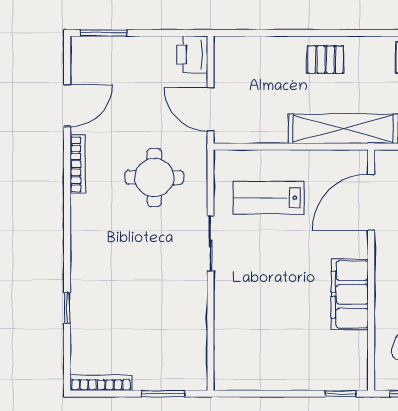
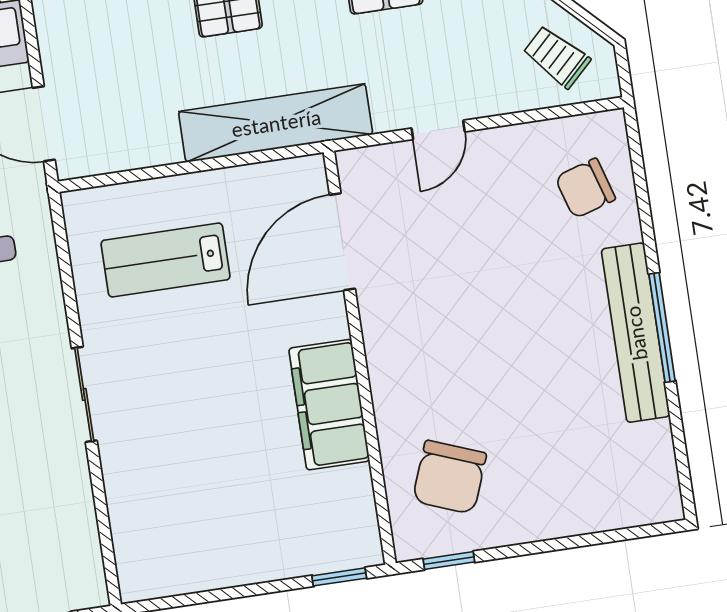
sliding door: (211, 243) -> (84, 394), moved

